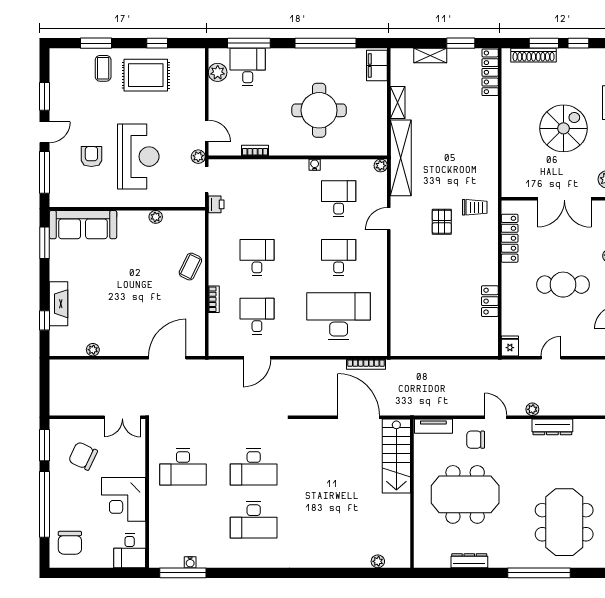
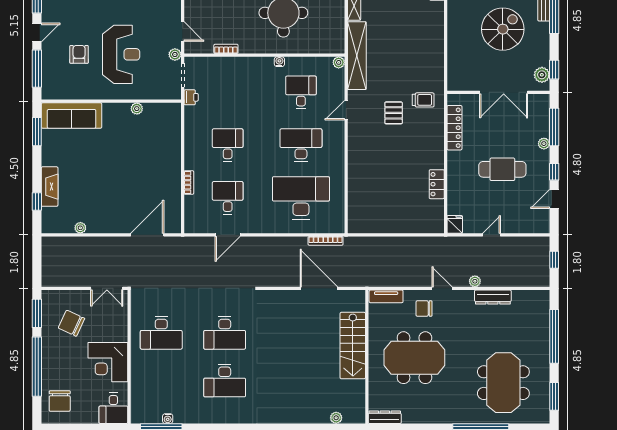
desk: (339, 258) -> (301, 145), width x1.37
coffee table: (190, 267) -> (168, 153), removed
stairs: (396, 456) -> (353, 346), moved
dresser: (469, 561) -> (385, 417), moved

